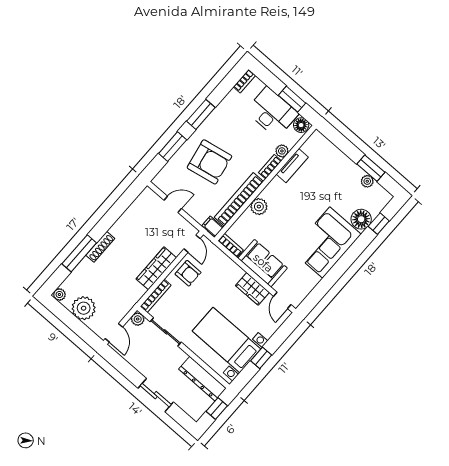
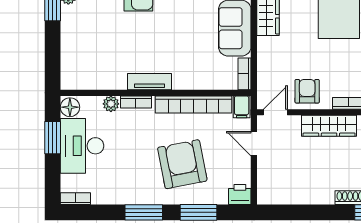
tv unit: (292, 166) -> (150, 82), moved
printer: (162, 180) -> (240, 195), added
door: (173, 204) -> (254, 144), moved
plant: (259, 207) -> (184, 79), removed

